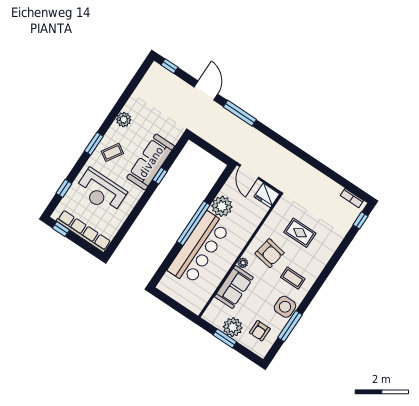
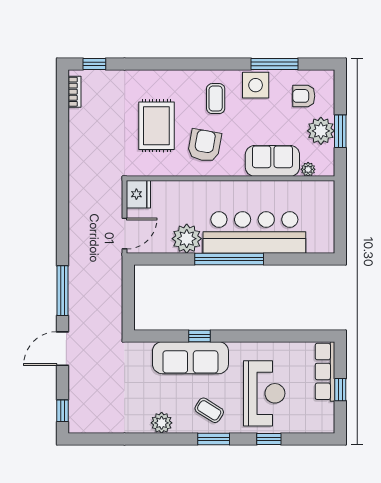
window: (64, 188) -> (269, 439), moved
window: (61, 229) -> (340, 390), moved
row of seats: (84, 231) -> (325, 371), width x0.73
rug: (300, 233) -> (156, 126), width x1.36, depth x1.43
plant: (243, 263) -> (308, 169), moved
armchair: (260, 331) -> (304, 96), turned 180

